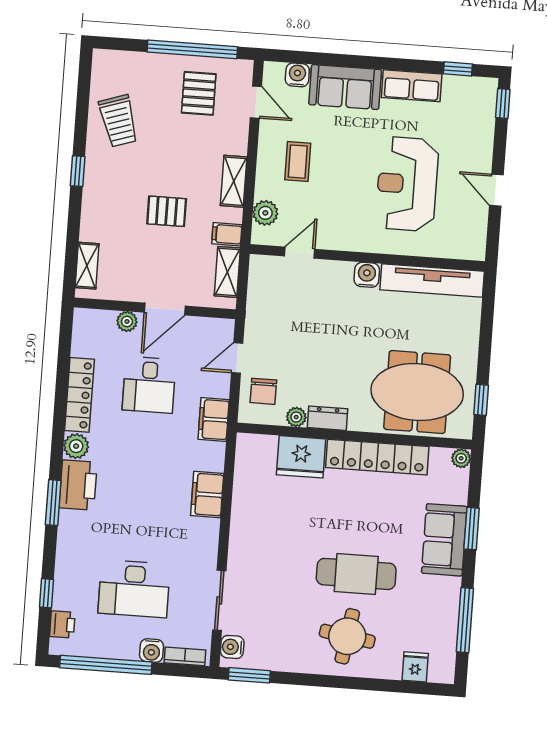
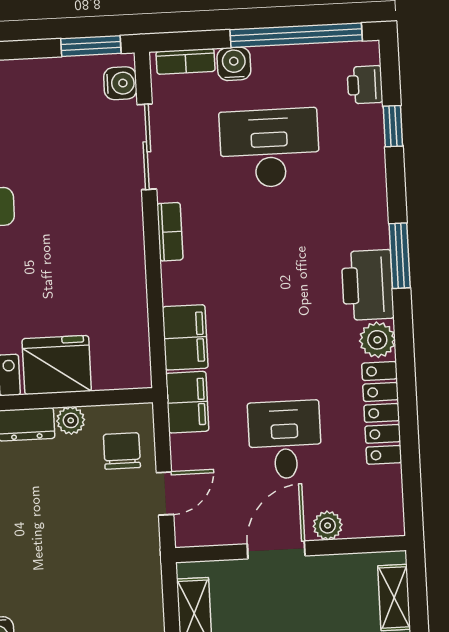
filing cabinet: (207, 494) -> (185, 337), moved
bookcase: (211, 539) -> (170, 232), added

